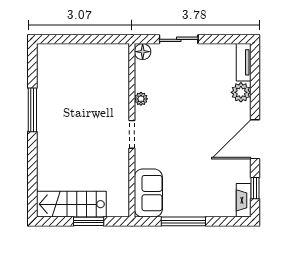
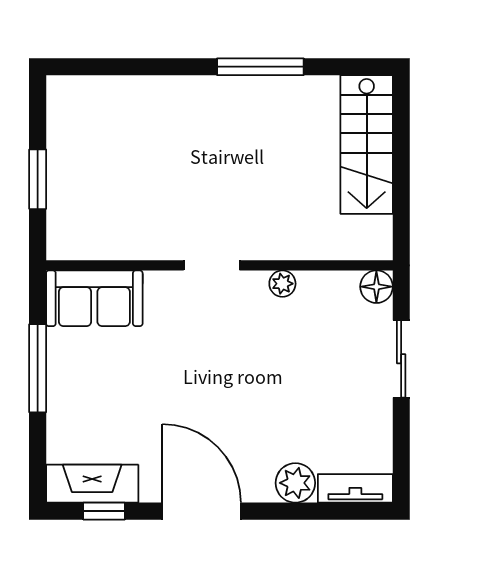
fireplace: (244, 200) -> (92, 484), width x1.37, depth x1.32
stairs: (71, 204) -> (367, 145), moved, turned 180

